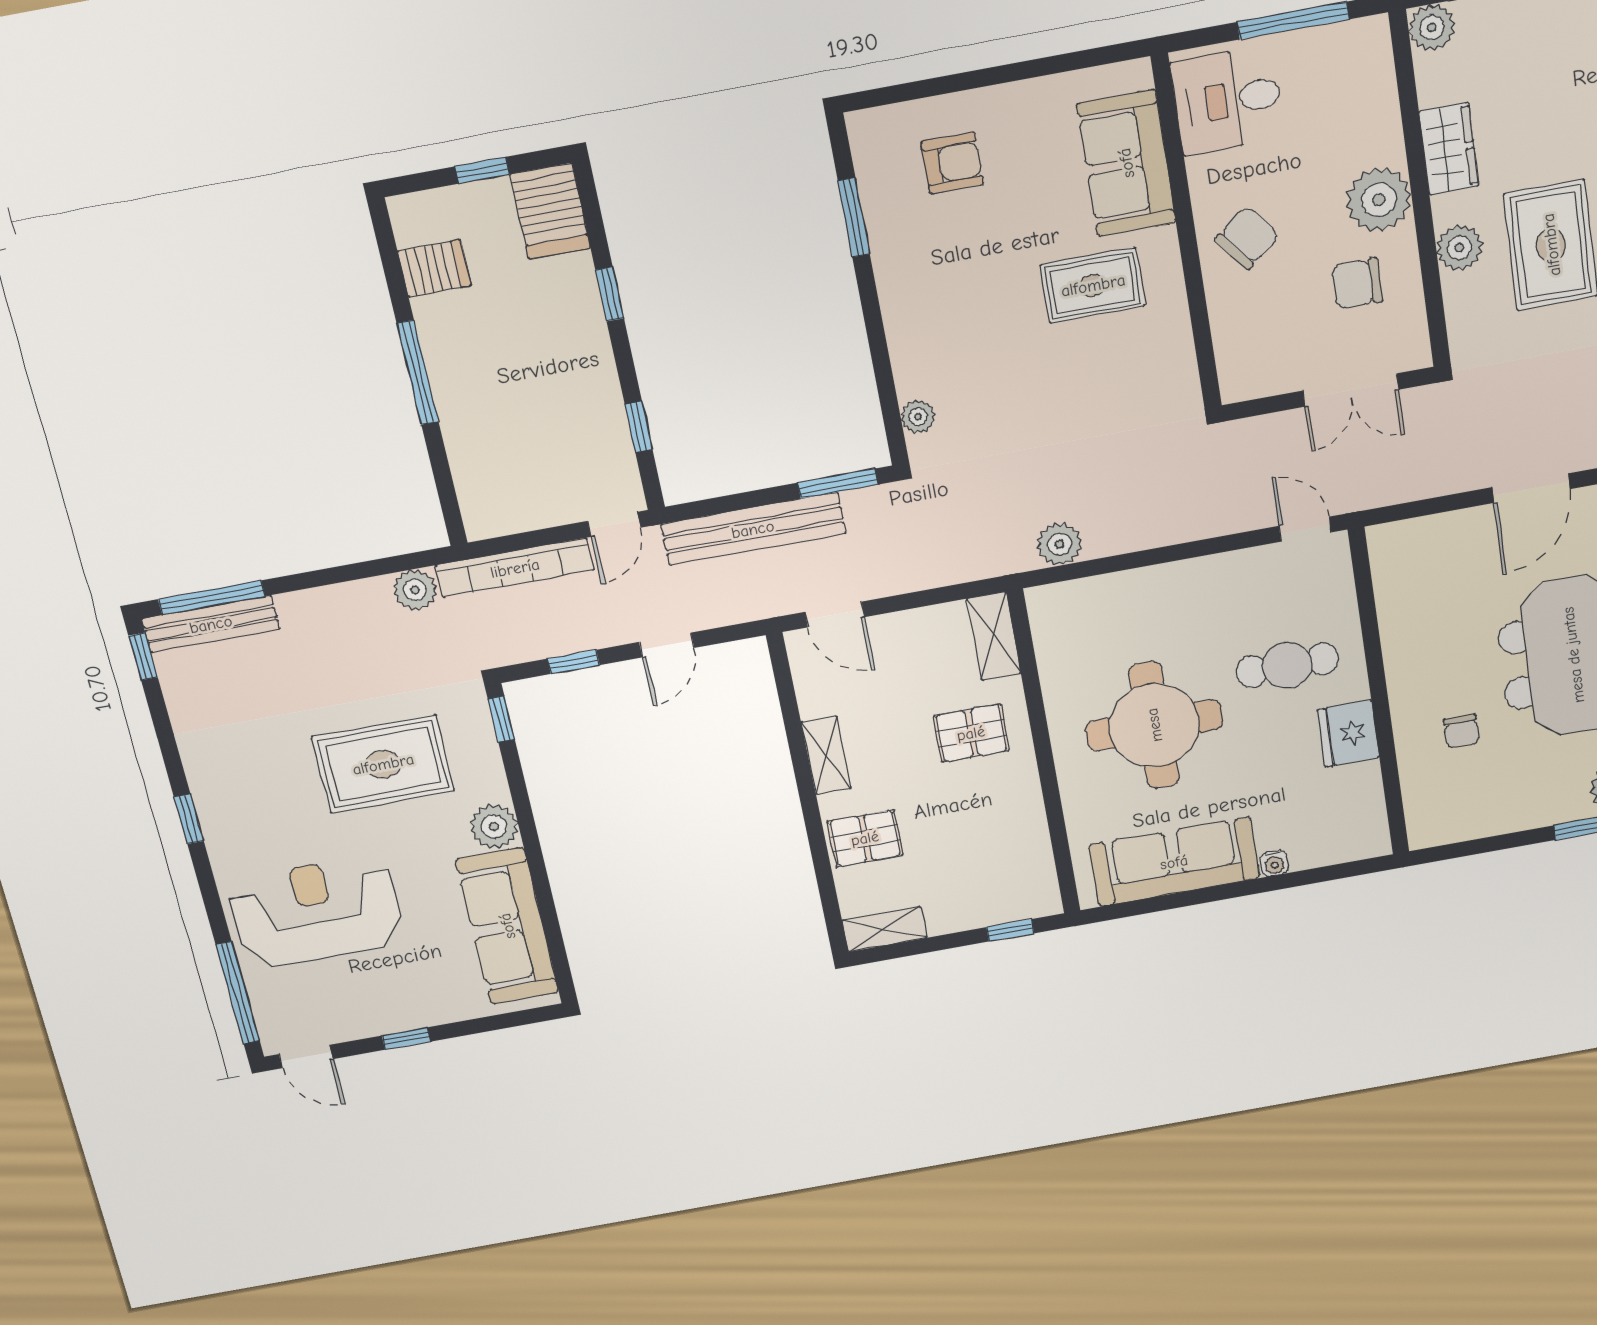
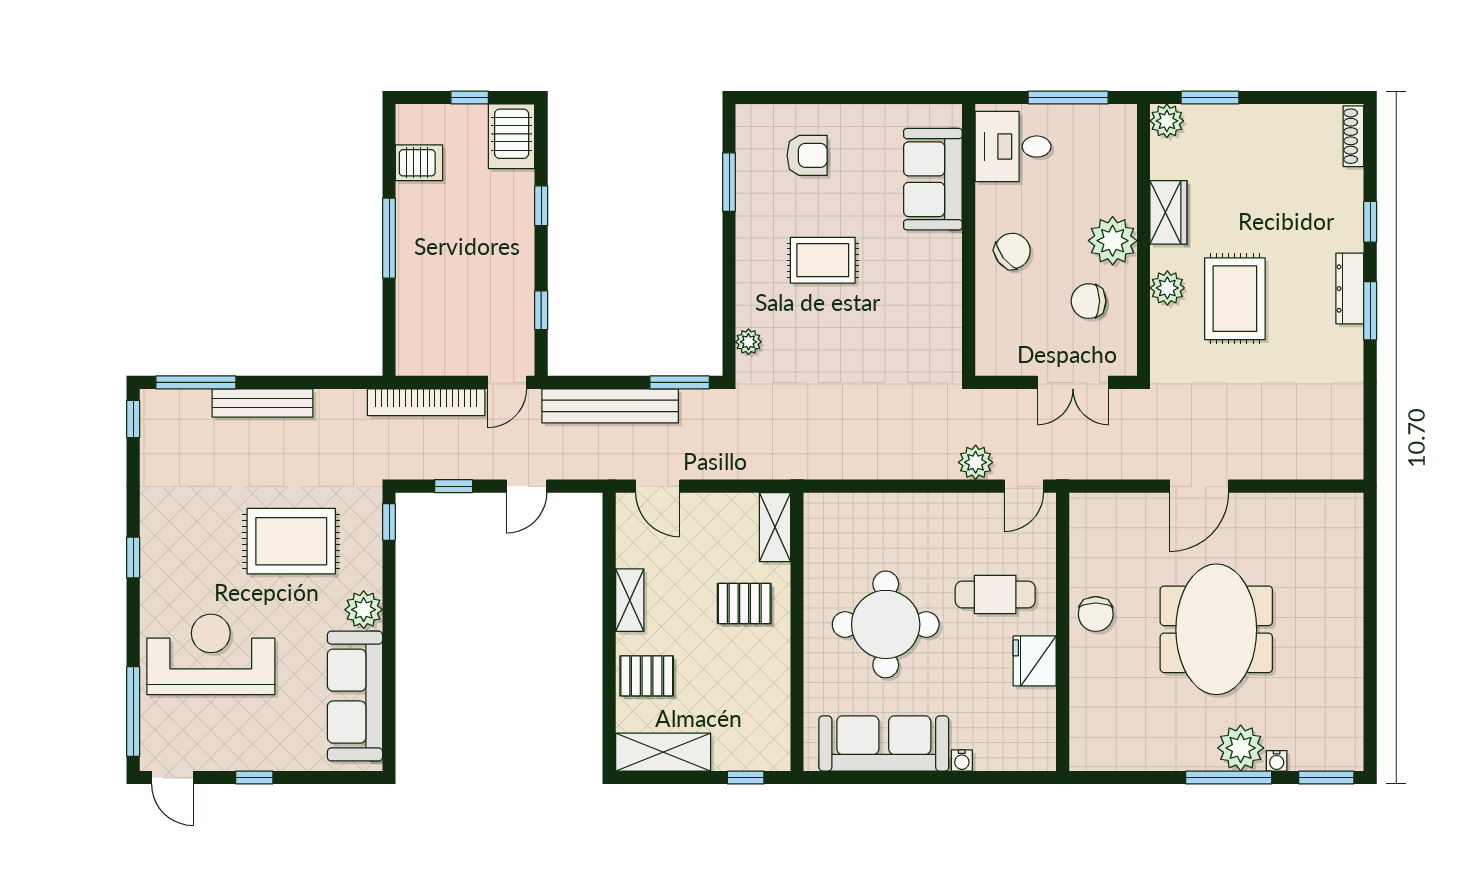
rug: (1093, 285) -> (823, 260), moved
door: (1305, 529) -> (1024, 486), swing flipped
plant: (1059, 544) -> (976, 462), moved
plant: (415, 590) -> (348, 406), removed
bench: (211, 624) -> (263, 403), moved
chair: (1461, 731) -> (1096, 614), moved, width x1.37, depth x1.37
shelving: (884, 929) -> (663, 752), width x1.50, depth x1.33

